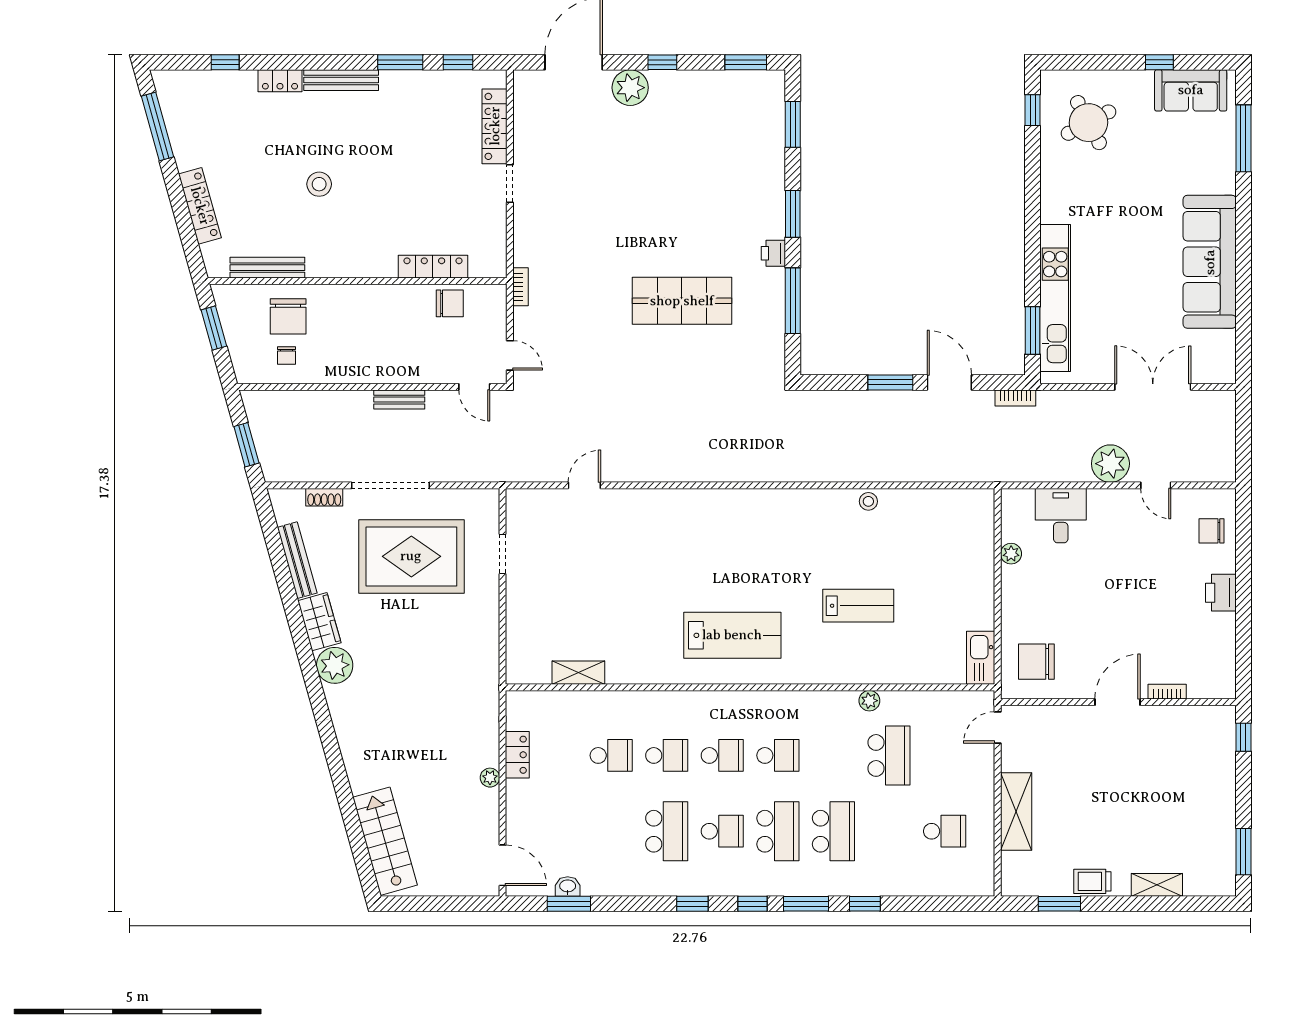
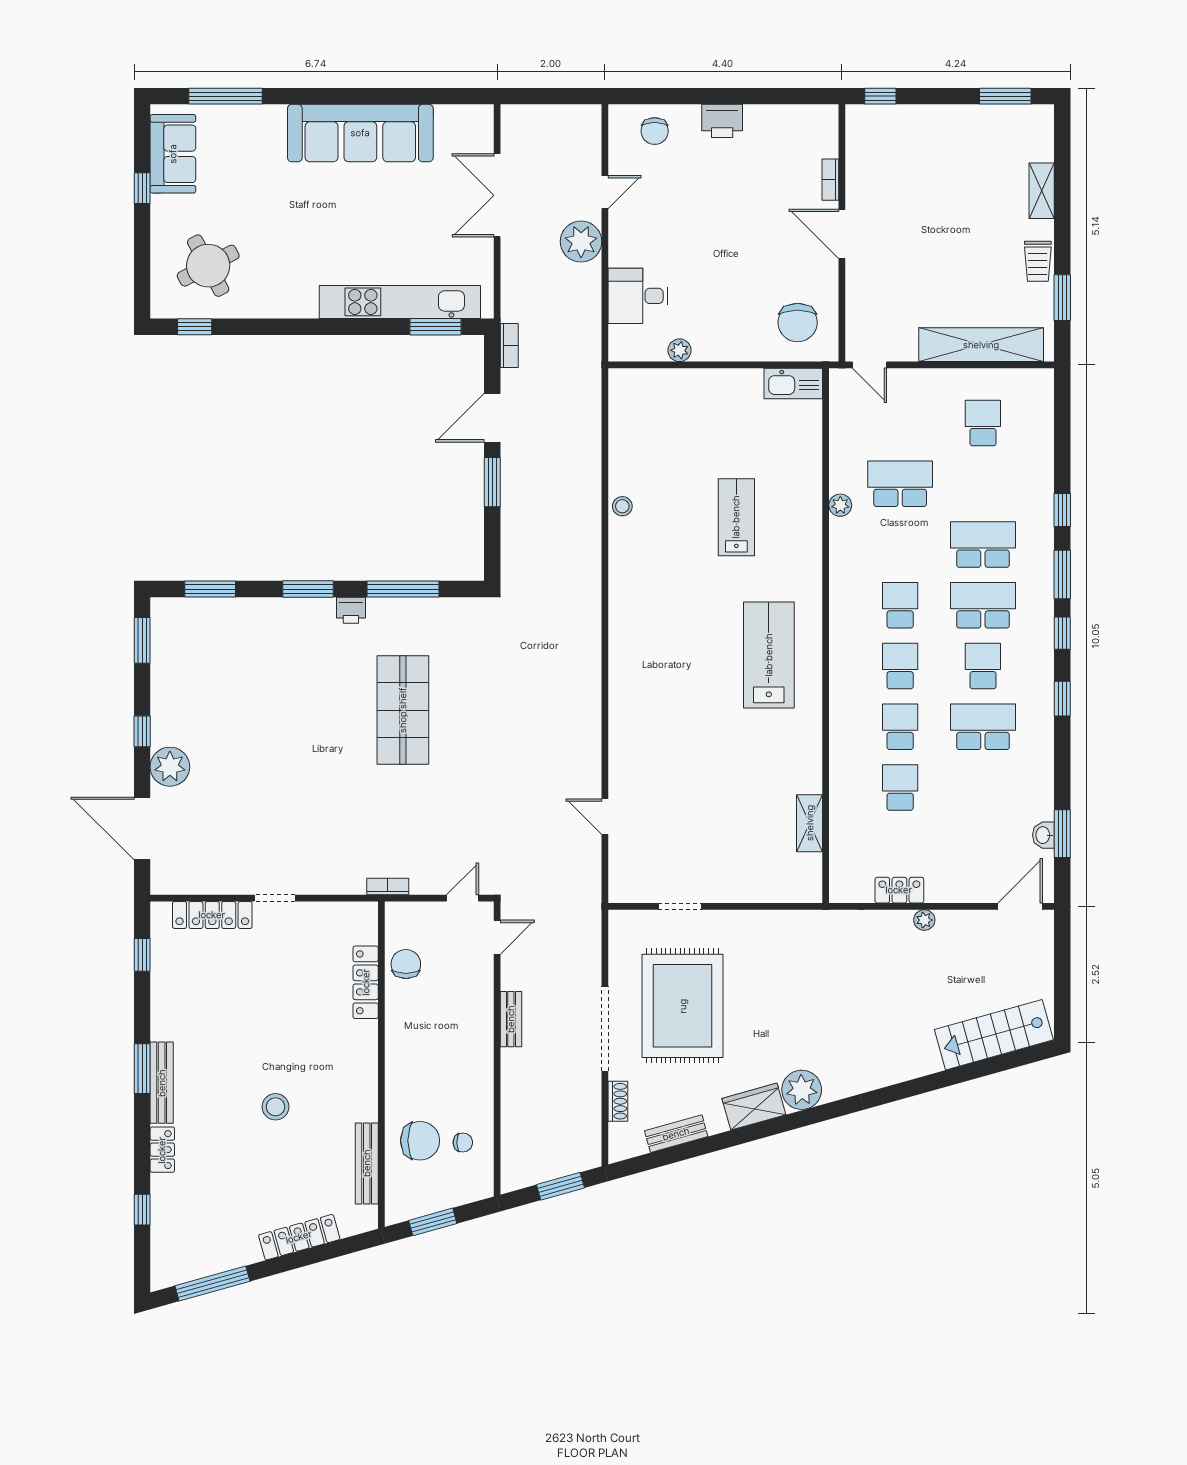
window: (400, 62) -> (142, 1069), moved
bench: (297, 560) -> (676, 1134), width x0.73
shelving: (1016, 811) -> (981, 345), width x1.47

